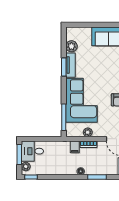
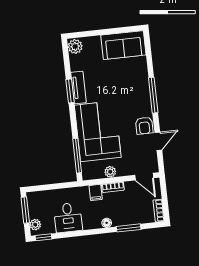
plant: (71, 46) -> (75, 46), moved
desk: (32, 151) -> (68, 218), moved, turned -90

